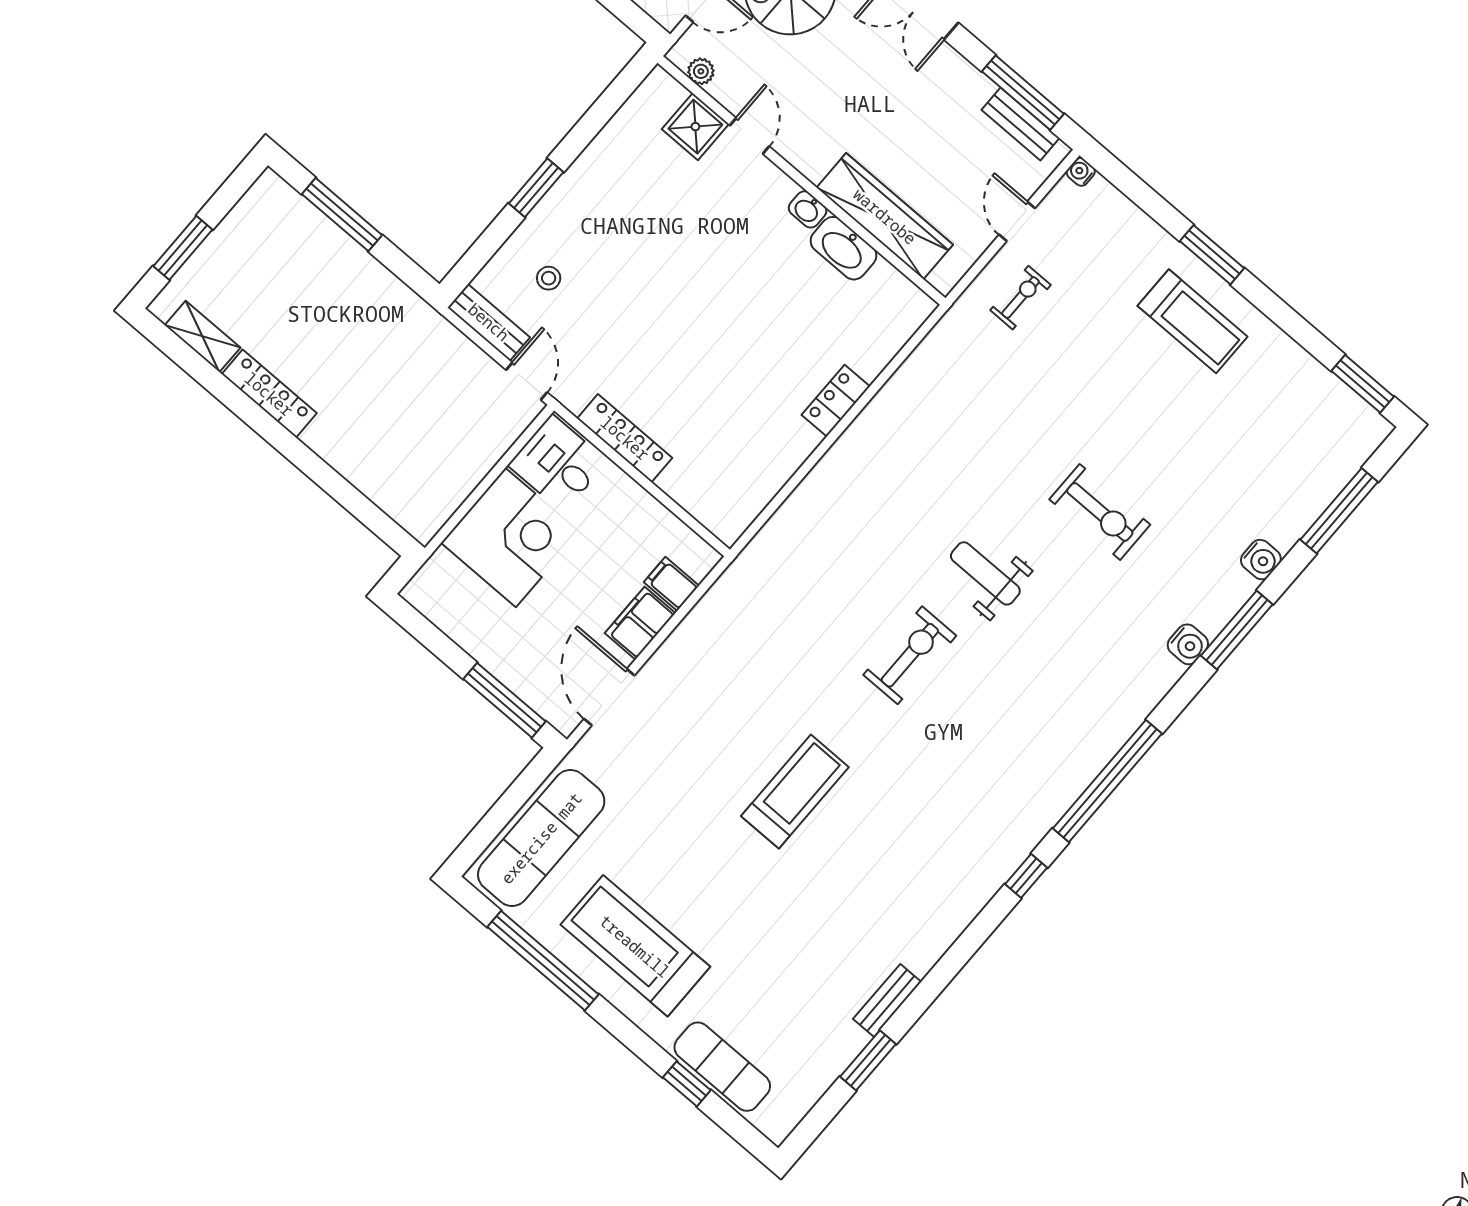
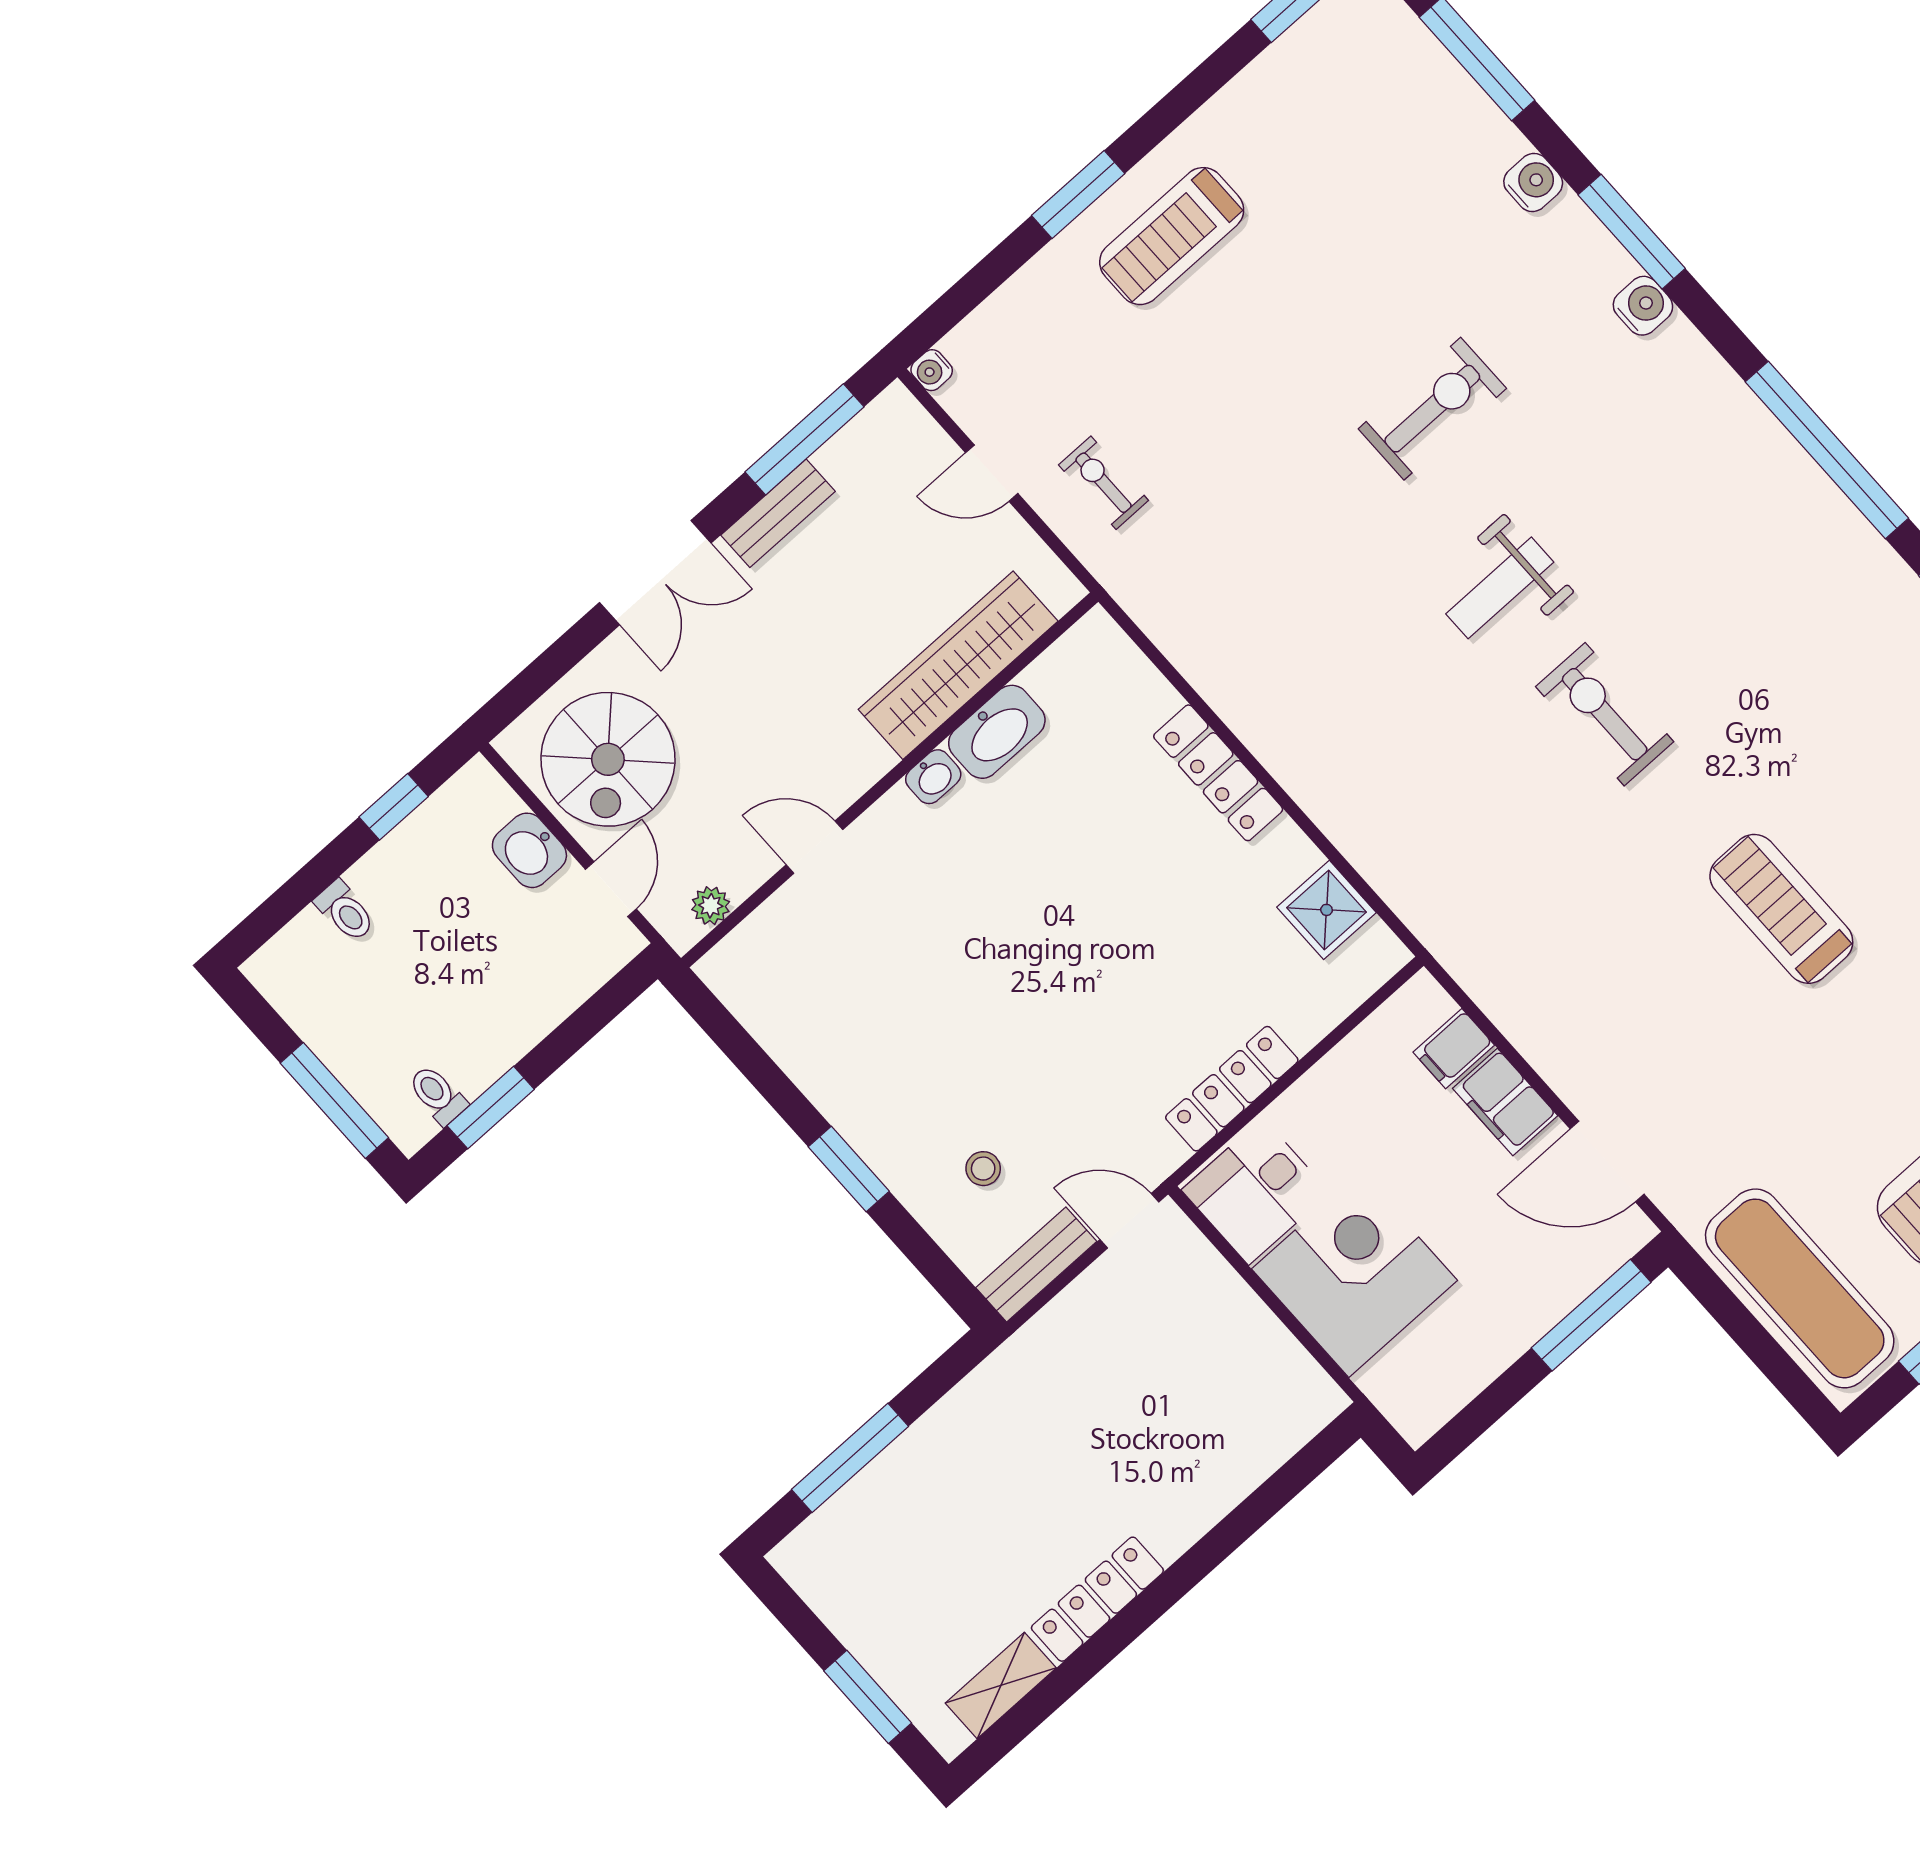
bench: (1020, 124) -> (778, 513), moved
shower: (695, 127) -> (1327, 910), moved
treadmill: (1192, 321) -> (1172, 236), turned 180
locker: (836, 401) -> (1218, 773), width x1.53

